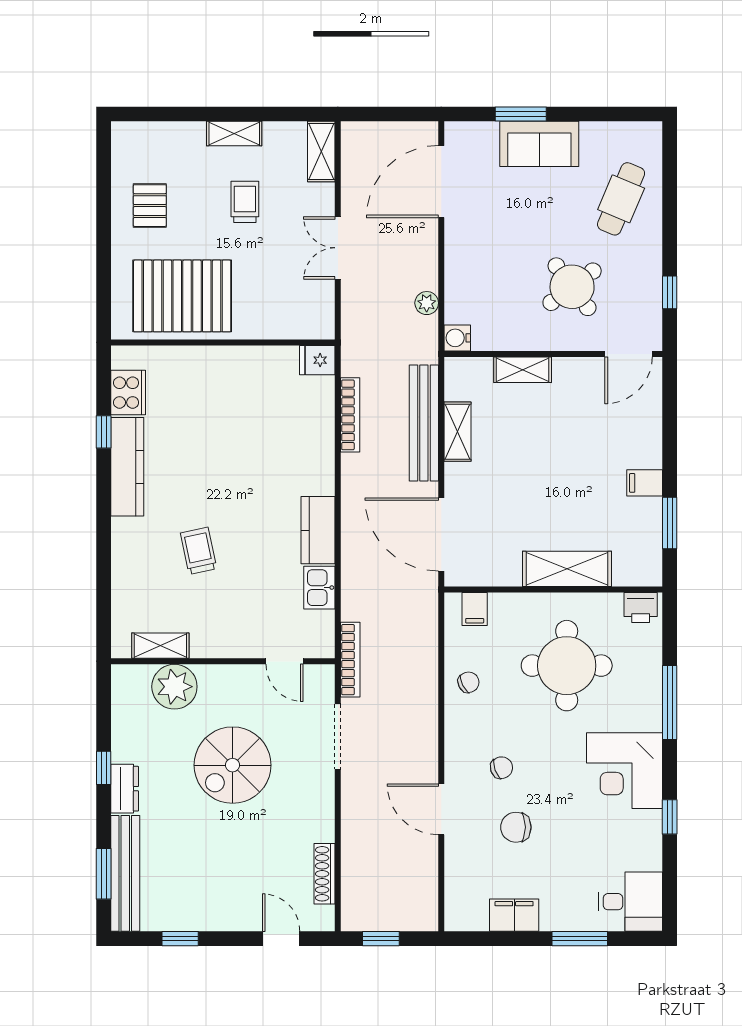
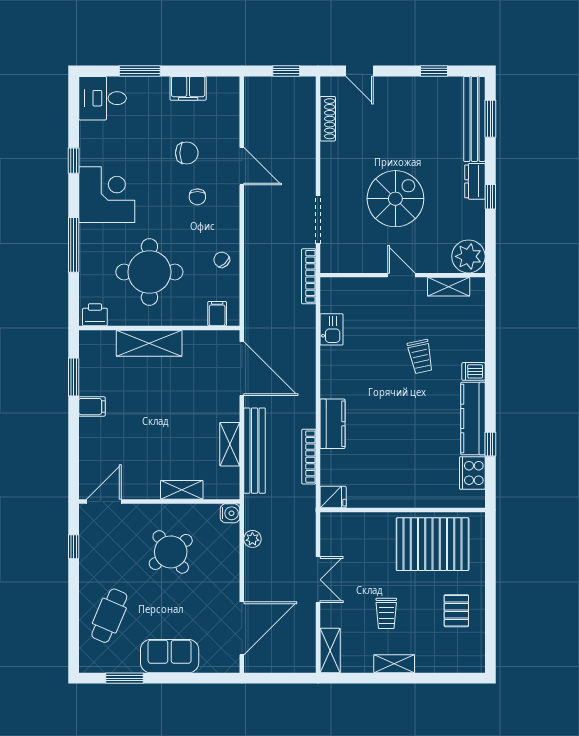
window: (521, 114) -> (124, 678), moved
round table: (572, 287) -> (171, 552), moved
kitchen counter: (318, 530) -> (332, 424), moved
dishwasher: (126, 531) -> (474, 371), added
door: (284, 661) -> (401, 275), moved
chair: (468, 682) -> (222, 260), turned 74
plant: (174, 687) -> (468, 256), moved
chair: (502, 768) -> (197, 197), turned -70

